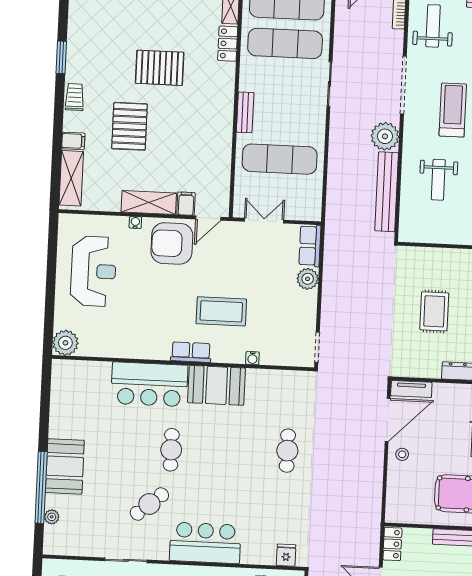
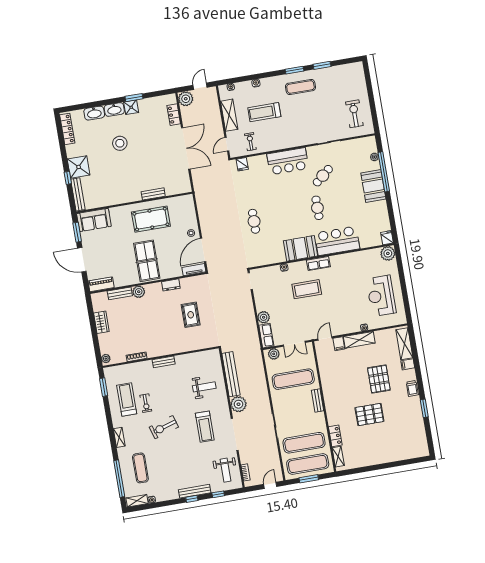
weight bench: (438, 180) -> (204, 387), turned 90
plant: (304, 211) -> (274, 354), added
armchair: (172, 243) -> (342, 320), removed
fridge: (61, 371) -> (387, 238), added
locker: (392, 544) -> (186, 183), removed

